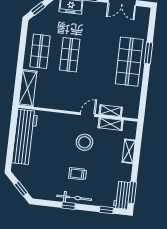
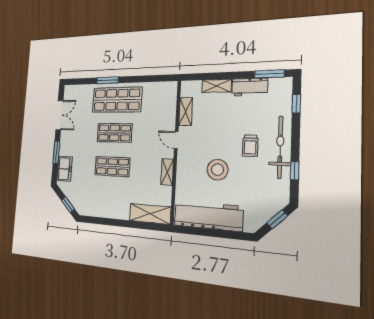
shop shelf: (40, 51) -> (115, 133), moved
shelving: (111, 111) -> (167, 172), moved
stool: (84, 142) -> (218, 170), moved
workbench: (122, 195) -> (250, 87), moved
bicycle: (74, 198) -> (280, 147), width x1.37, depth x1.40
window: (69, 206) -> (295, 171), moved

